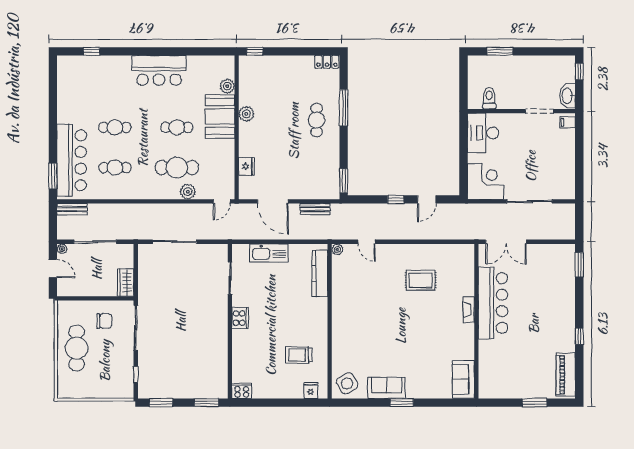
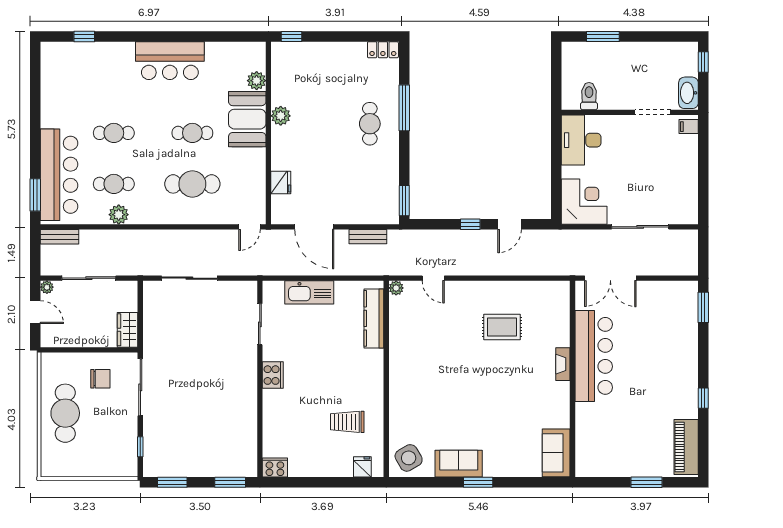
plant: (188, 192) -> (119, 215), moved

